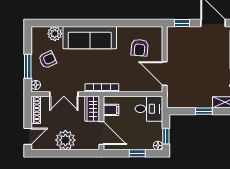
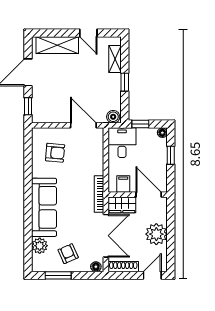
window: (28, 66) -> (58, 275), moved
door: (165, 73) -> (83, 125), swing flipped
double door: (64, 94) -> (106, 236), width x1.37
boiler: (172, 101) -> (113, 117), added
door: (101, 133) -> (149, 195), hinge flipped
door: (28, 136) -> (152, 275), hinge flipped
window: (166, 136) -> (140, 124), moved

